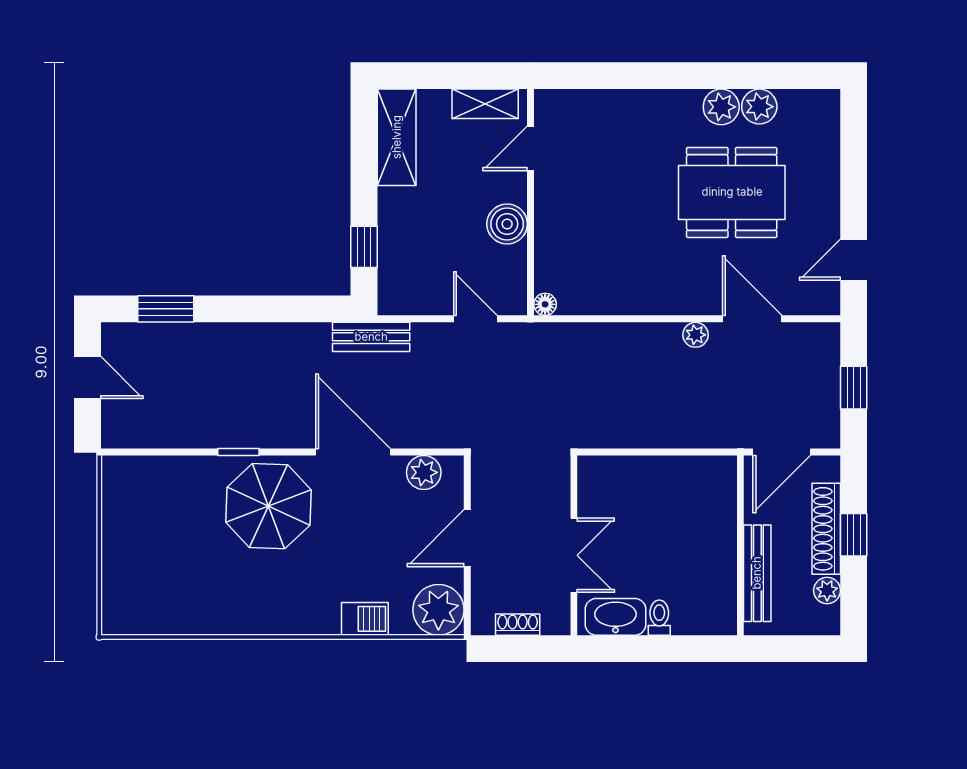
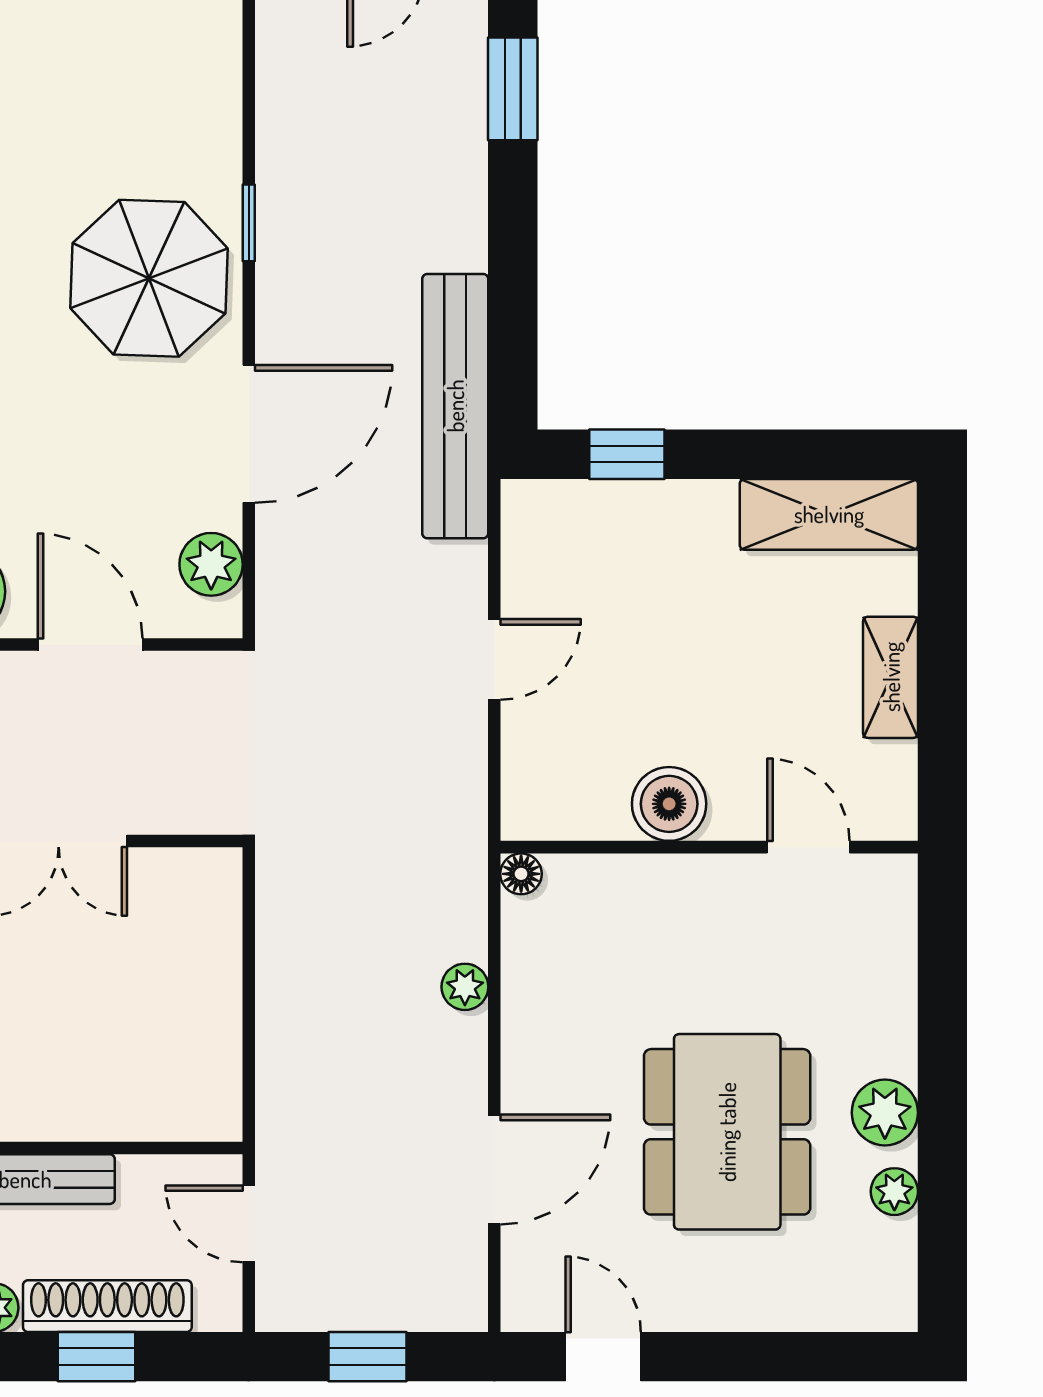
plant: (759, 107) -> (894, 1192), width x0.73, depth x0.73
door: (531, 148) -> (808, 847), moved
wall: (531, 202) -> (709, 847), moved
boiler: (507, 224) -> (669, 804), moved
floor lamp: (545, 304) -> (521, 874), moved
plant: (696, 335) -> (465, 987), moved
bench: (371, 337) -> (455, 406), width x1.86, depth x1.21
door: (782, 452) -> (249, 1224), width x0.73

